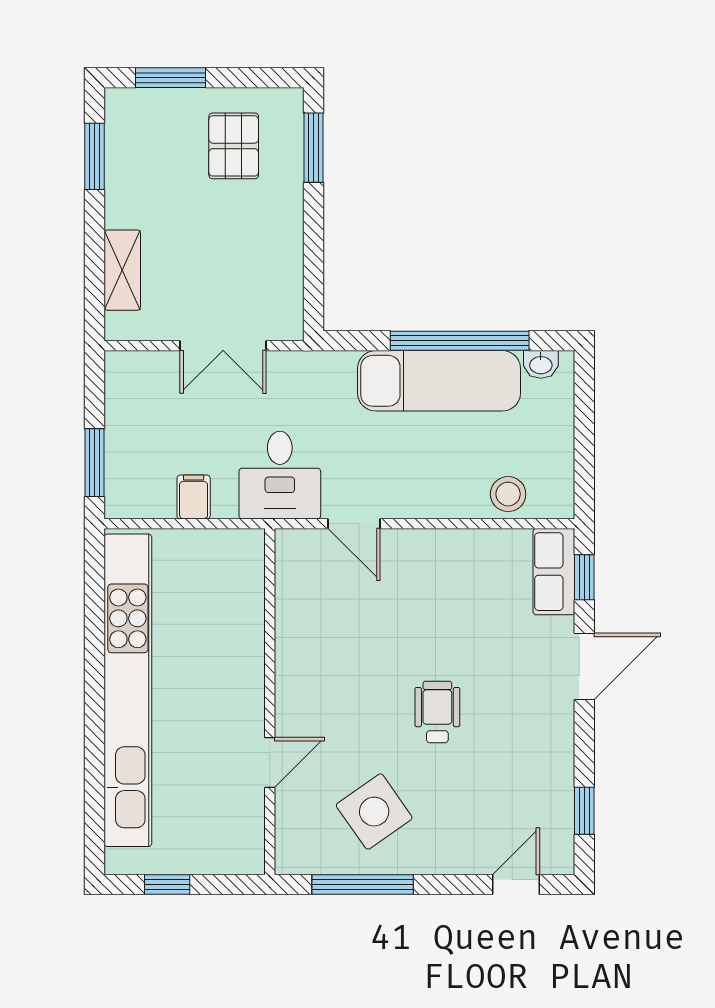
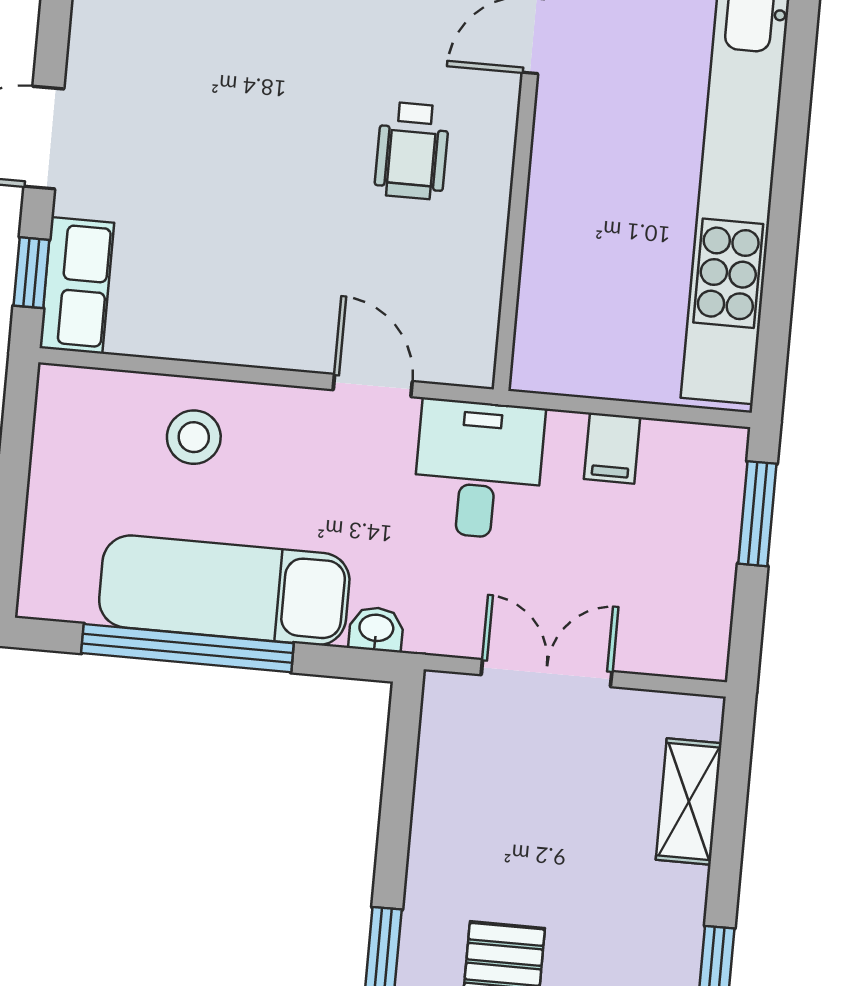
washbasin: (541, 364) -> (376, 629), moved
stool: (508, 494) -> (194, 437), moved
wheelchair: (437, 712) -> (412, 151), moved

